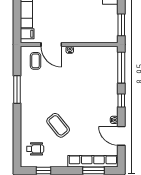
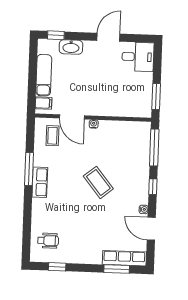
row of seats: (26, 100) -> (40, 182), added
coffee table: (58, 125) -> (98, 182), moved
row of seats: (93, 161) -> (124, 258), width x0.73

